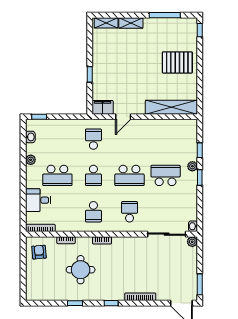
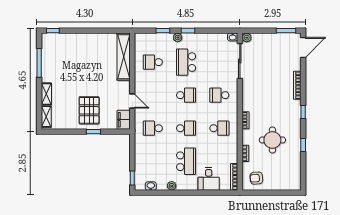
pallet: (177, 62) -> (89, 110), moved
school desk: (166, 139) -> (153, 62), added
school desk: (129, 175) -> (186, 95), width x0.54

